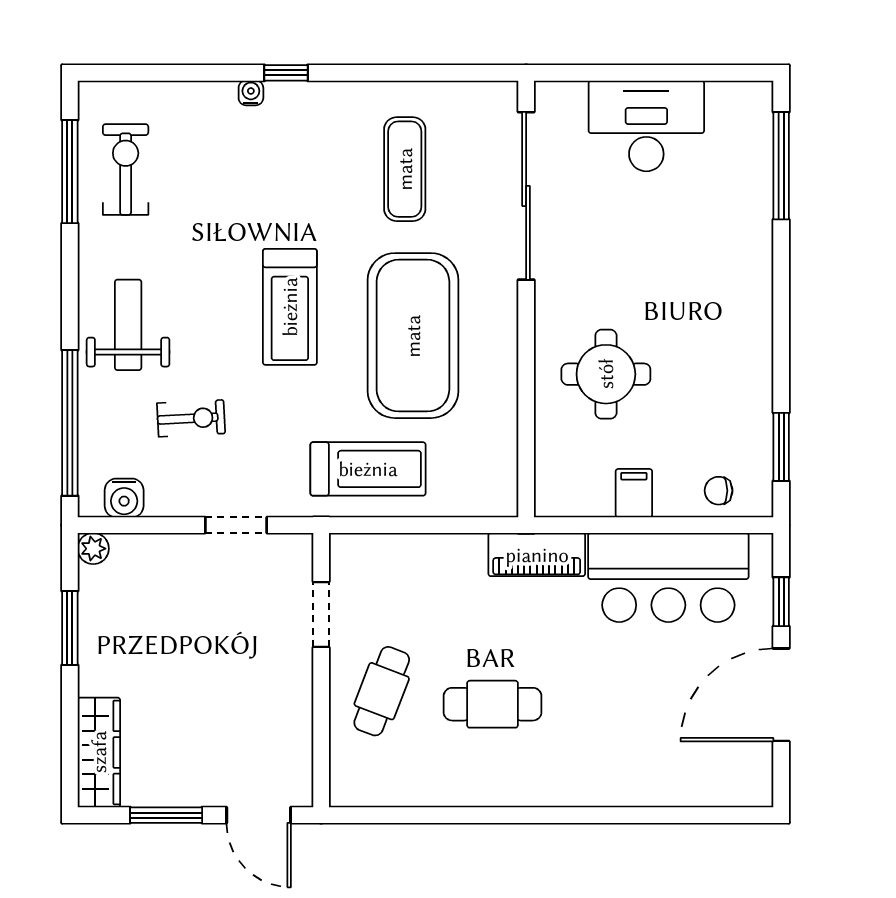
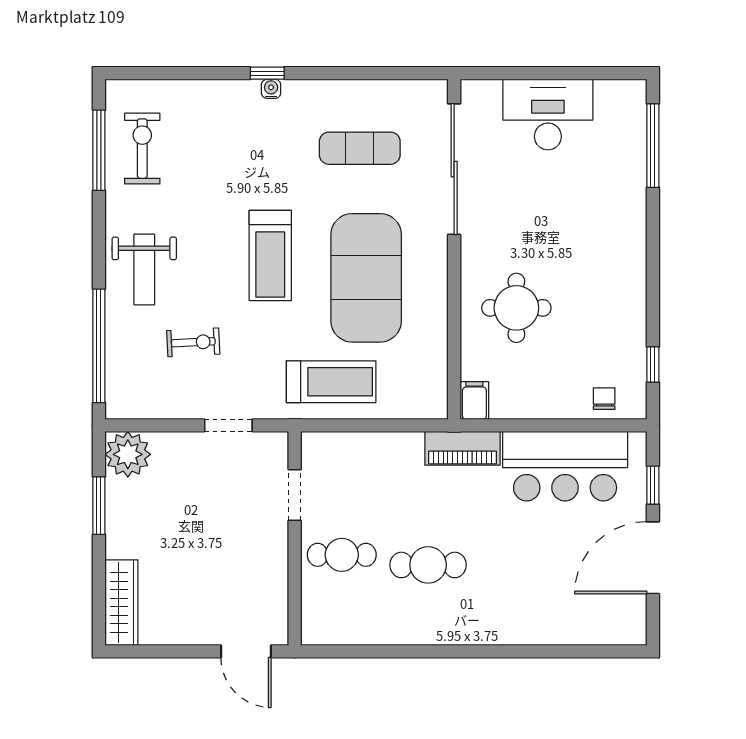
water cooler: (251, 93) -> (271, 89), moved
exercise mat: (405, 169) -> (360, 148), turned 90
weight bench: (128, 325) -> (144, 269), turned 180
window: (781, 447) -> (653, 365), width x0.67
chair: (719, 491) -> (604, 399), turned 90
filing cabinet: (634, 493) -> (474, 401), moved
water cooler: (124, 498) -> (141, 404), removed
plant: (93, 549) -> (128, 454), width x1.88, depth x1.88
cafe table: (382, 691) -> (342, 555), turned 69
window: (166, 815) -> (174, 651), removed

